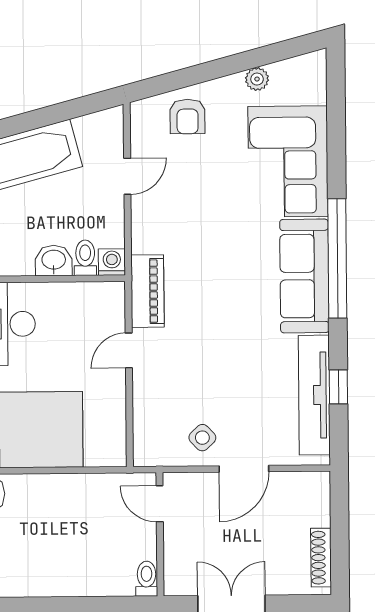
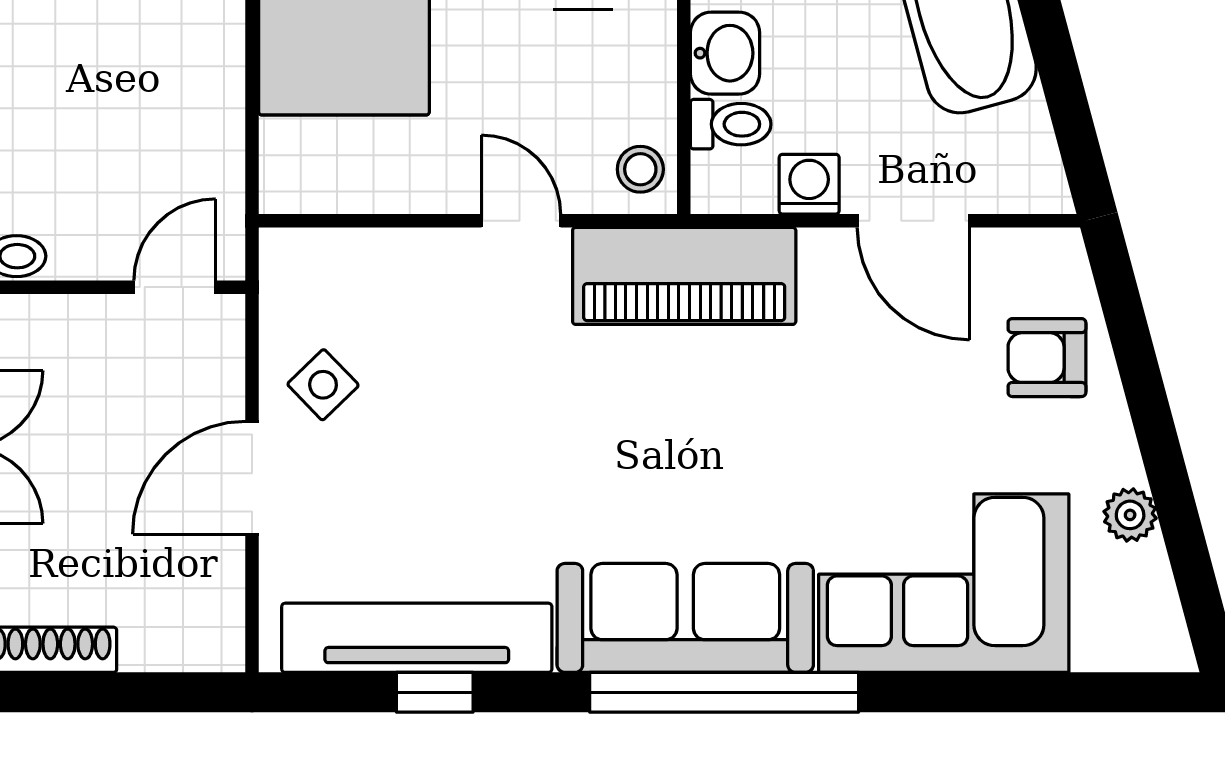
door: (127, 176) -> (913, 221), width x1.38
washing machine: (112, 262) -> (809, 184), moved, turned -90
piano: (147, 291) -> (684, 276), width x1.37, depth x1.33
stool: (106, 298) -> (640, 169), added
door: (244, 469) -> (252, 478), hinge flipped

